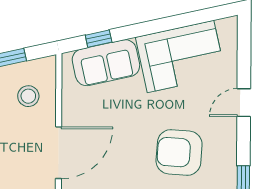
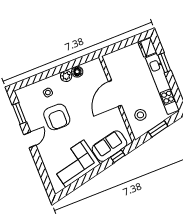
door: (244, 103) -> (30, 140), moved
armchair: (179, 153) -> (57, 117), turned 86

